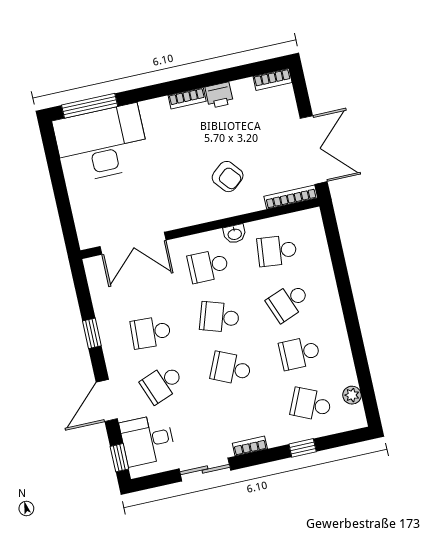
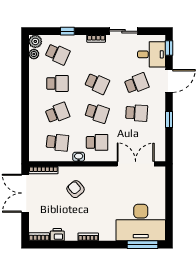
printer: (219, 95) -> (57, 235), moved
plant: (354, 418) -> (35, 41), added

